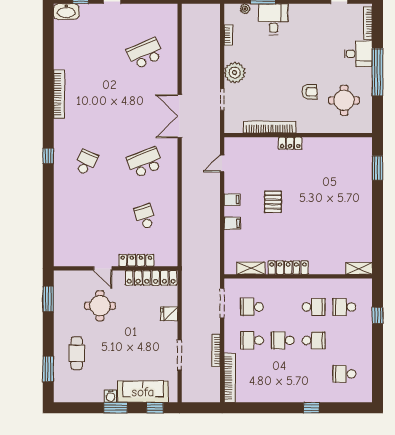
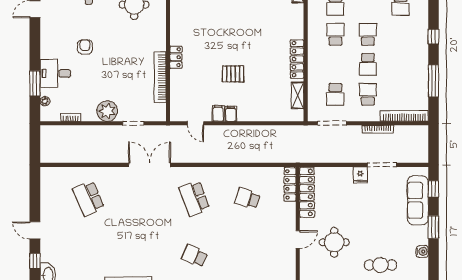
armchair: (310, 92) -> (85, 47), moved
double door: (180, 116) -> (150, 165), swing flipped
school desk: (145, 217) -> (247, 198), turned 36
filing cabinet: (232, 223) -> (218, 113), moved
locker: (136, 260) -> (290, 184), moved
fridge: (169, 314) -> (360, 175), moved
school desk: (252, 340) -> (368, 94), turned 180
water cooler: (111, 396) -> (422, 251), moved
window: (266, 408) -> (433, 81), added

